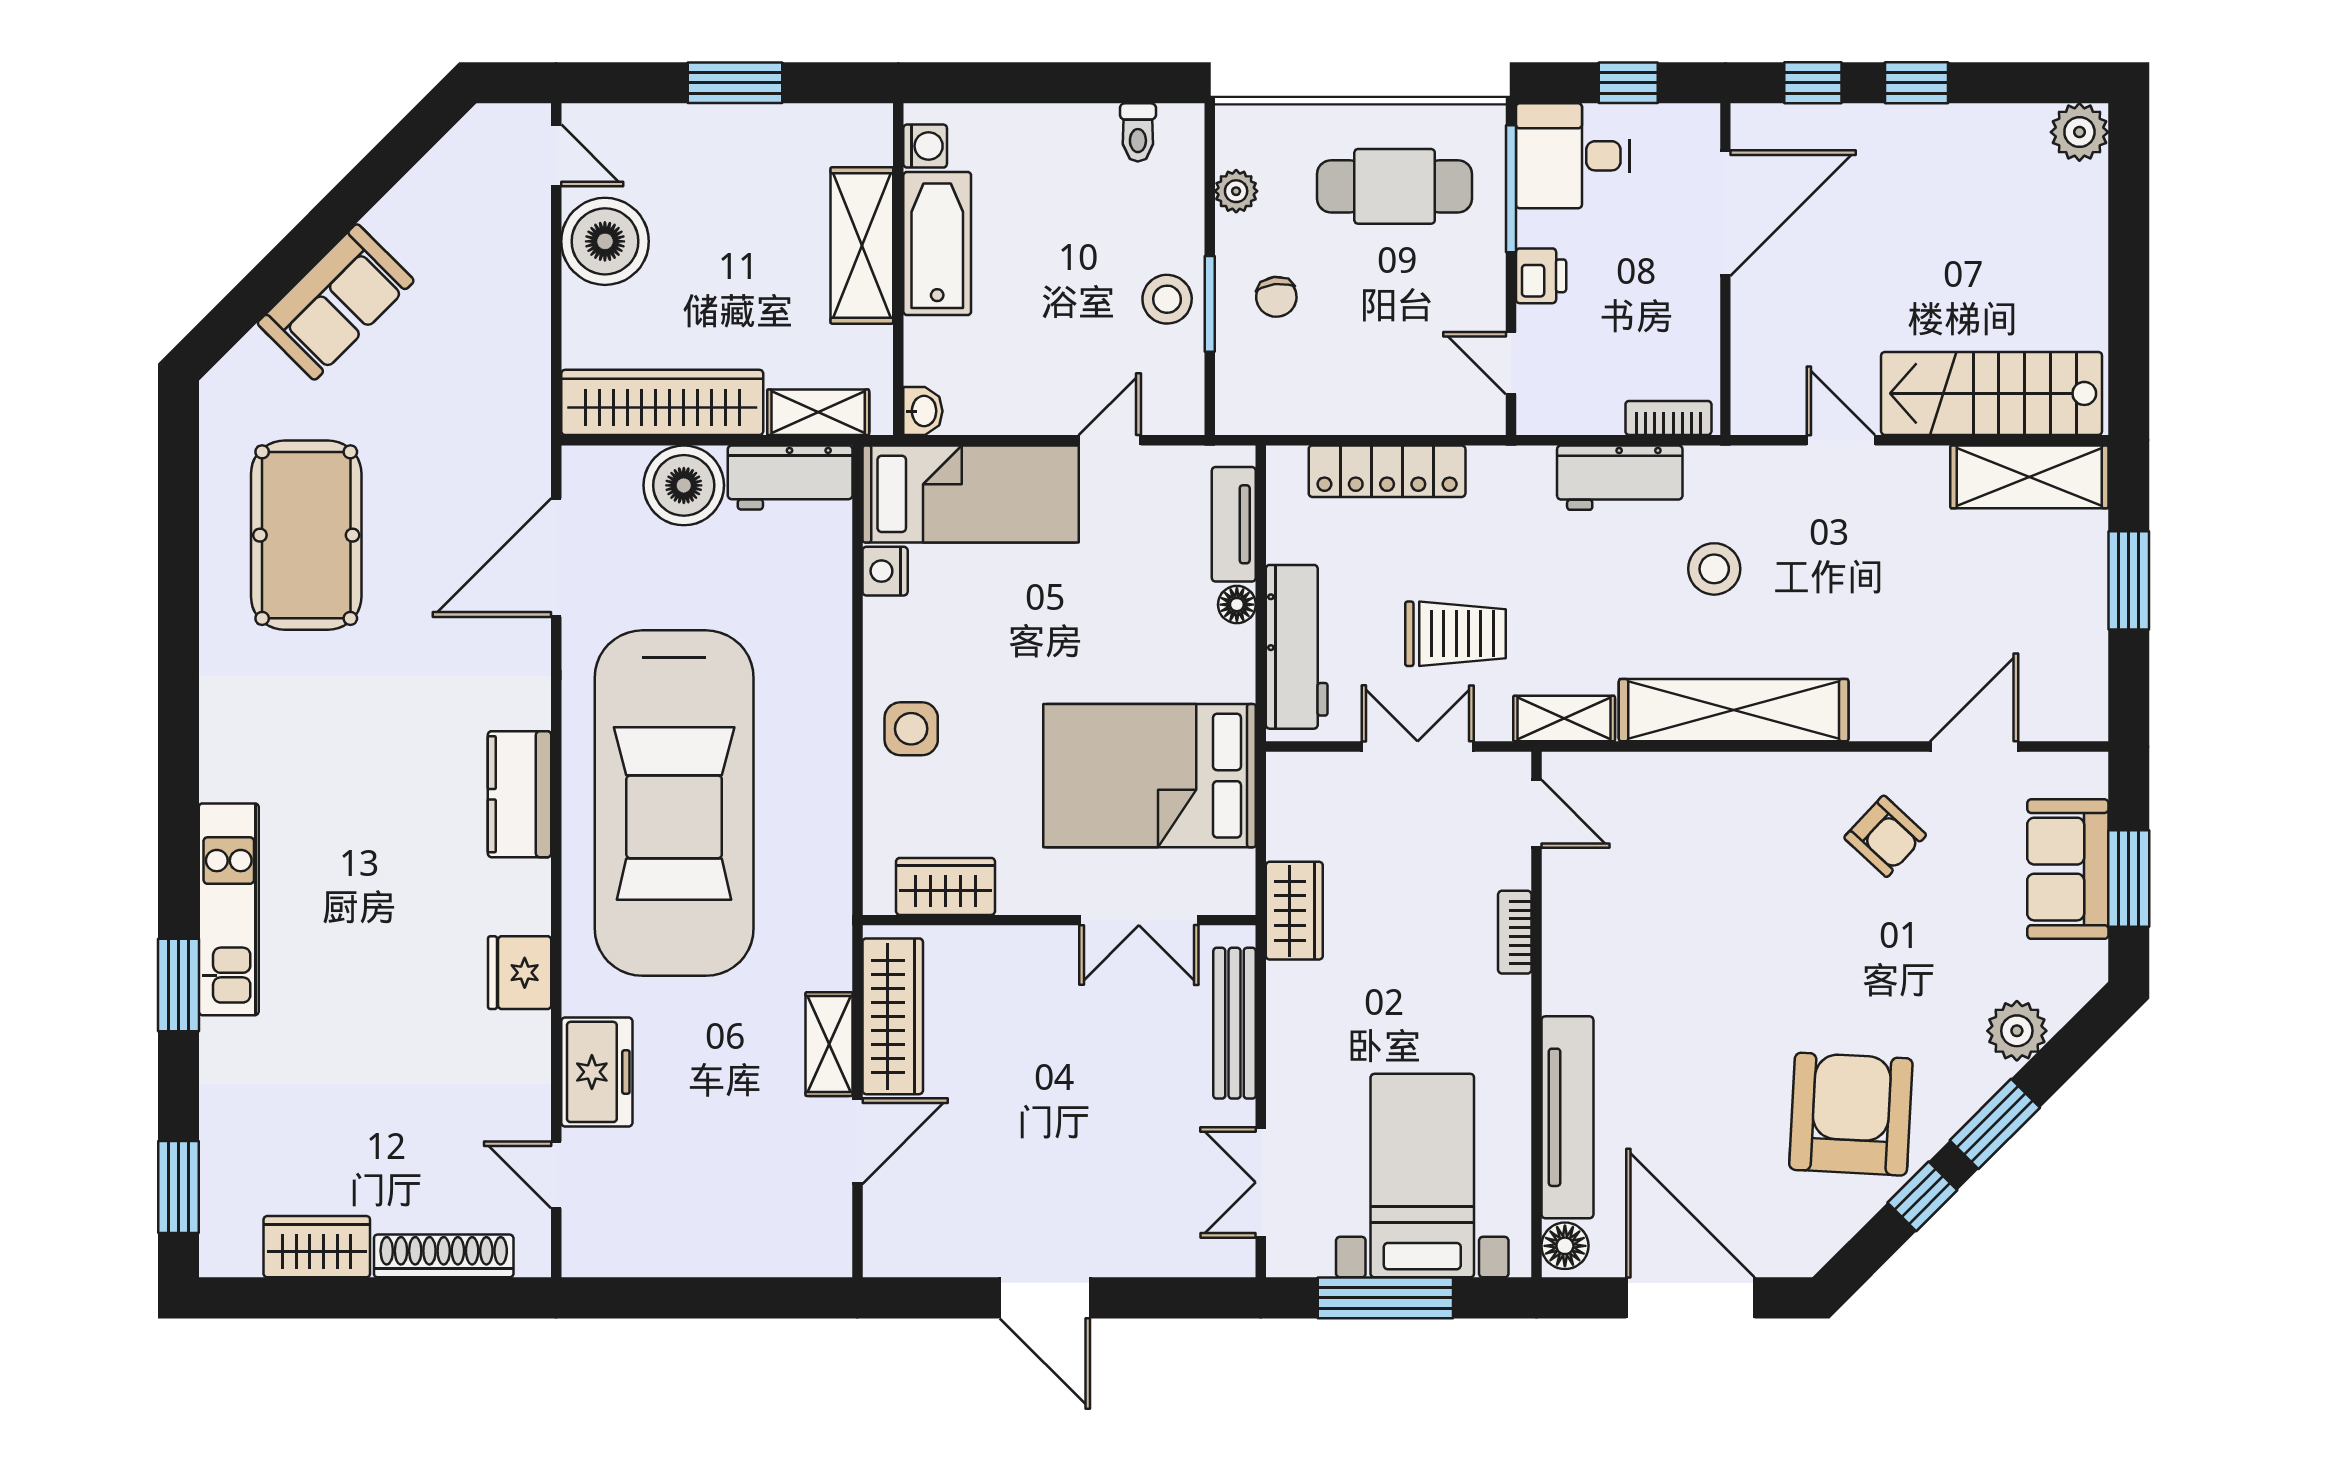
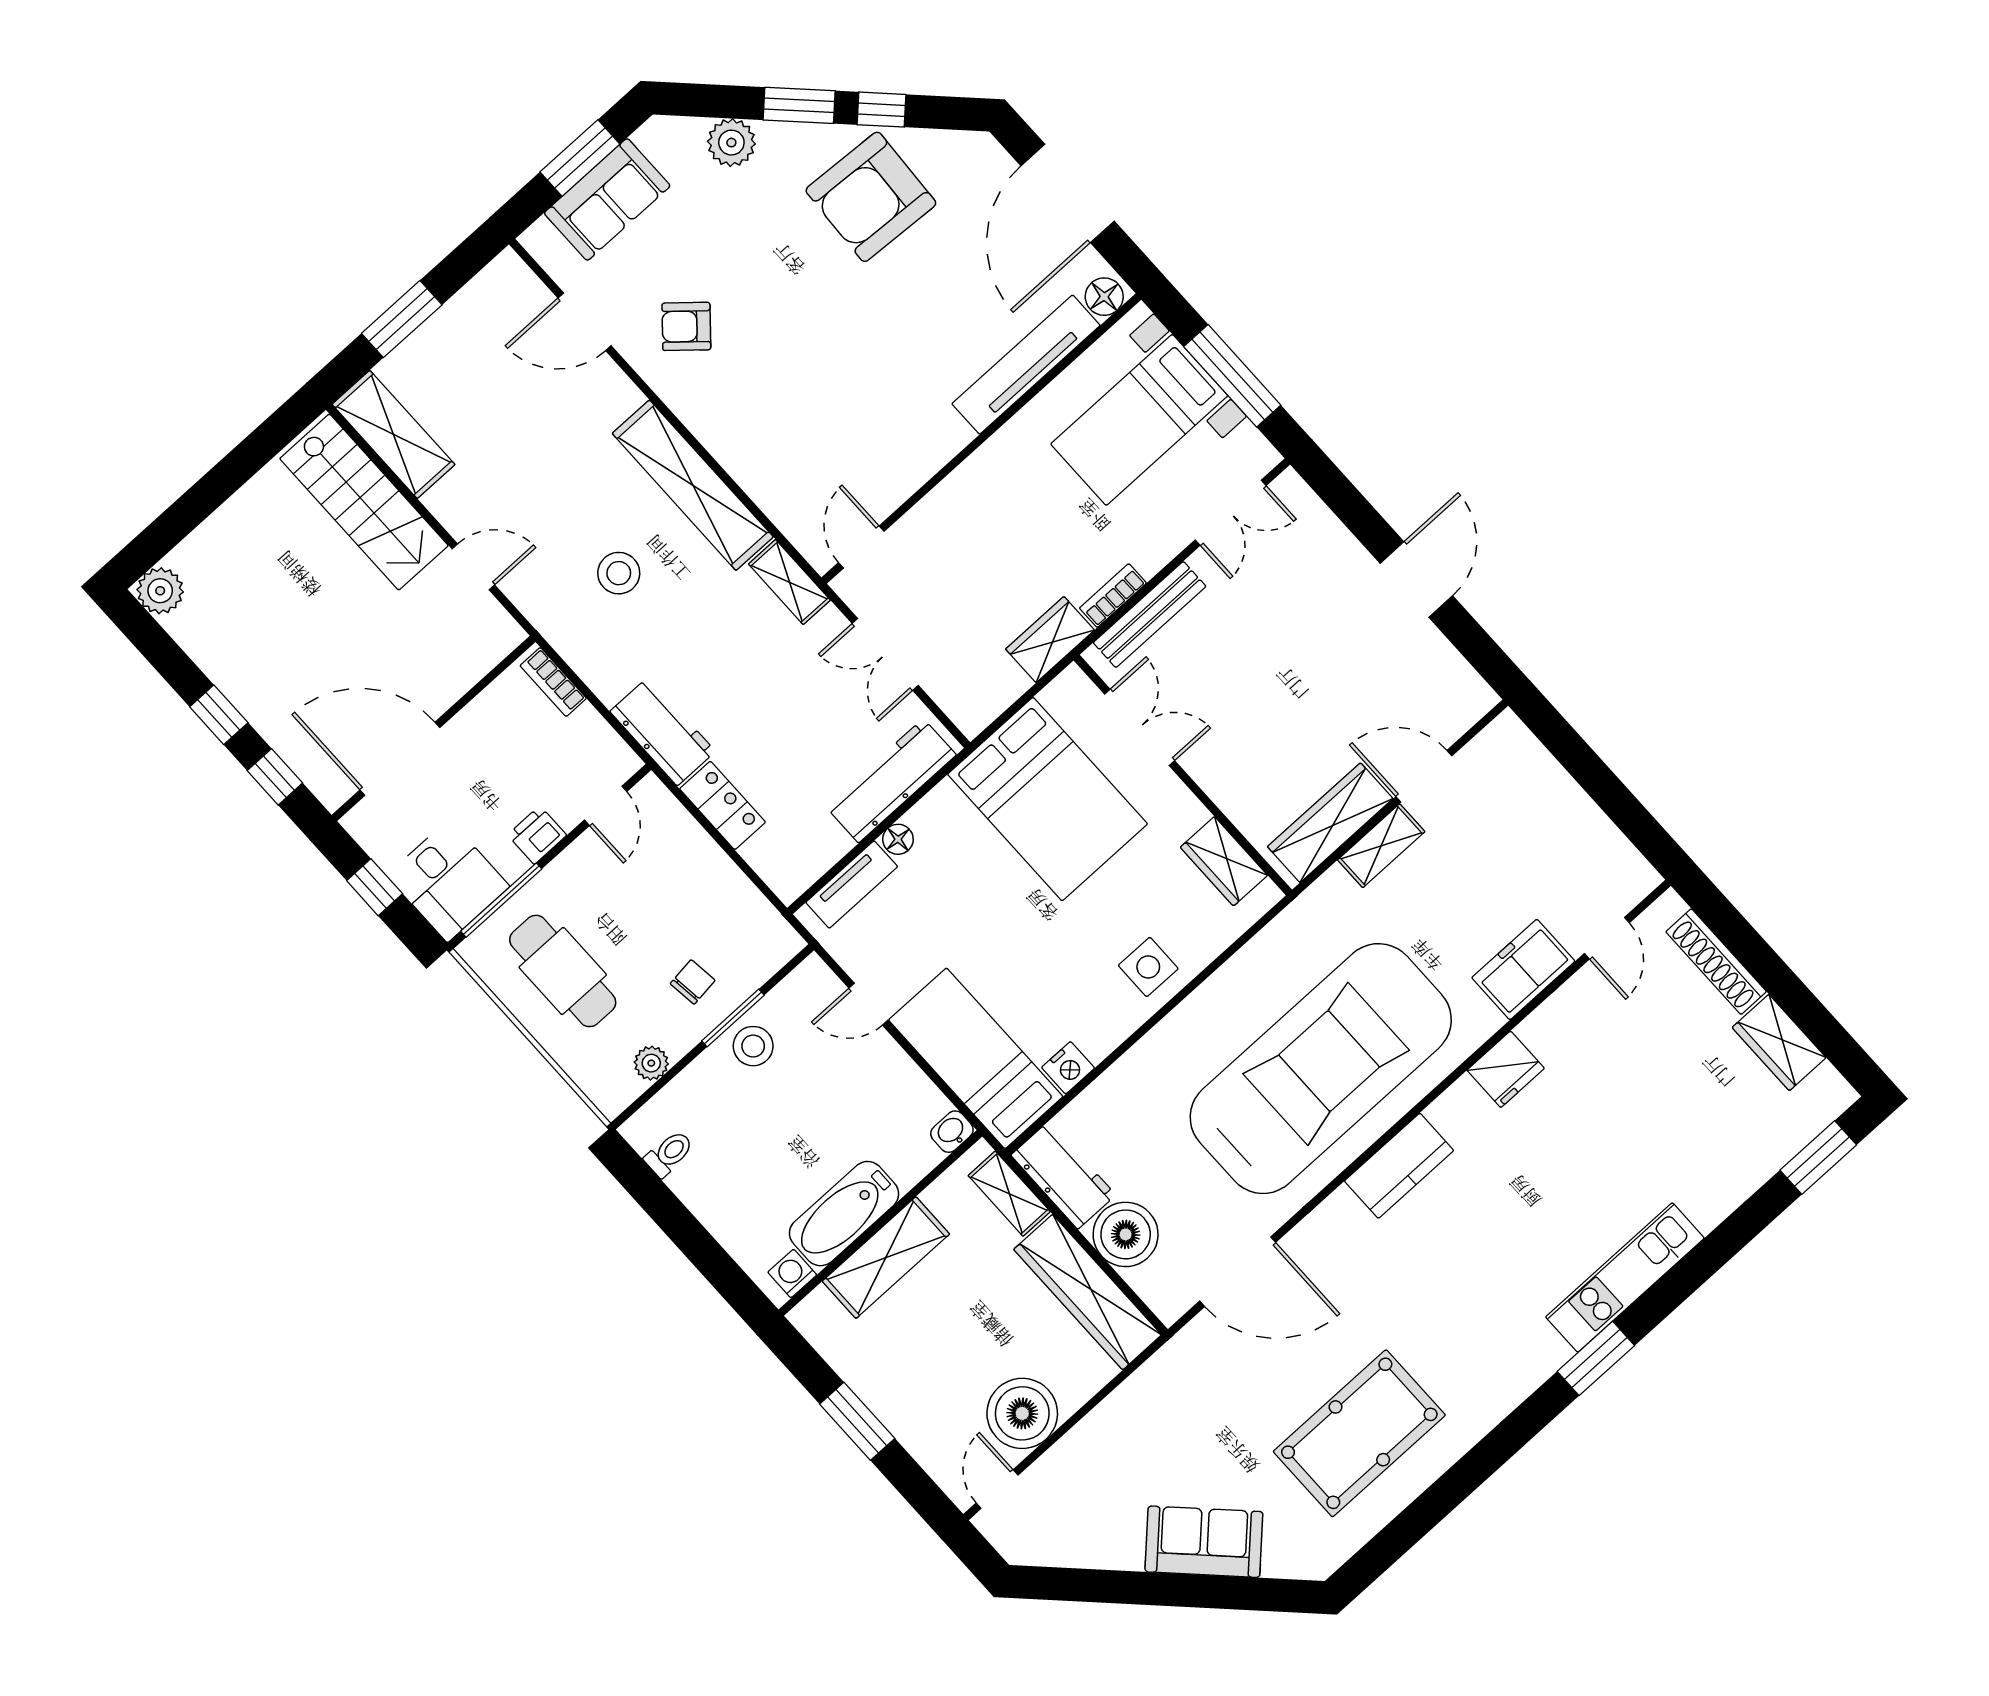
door: (1841, 440) -> (473, 567), swing flipped
locker: (1387, 471) -> (723, 805), width x0.66
workbench: (1620, 478) -> (663, 731), moved
trolley: (1455, 634) -> (797, 693), removed
armchair: (1885, 836) -> (686, 326), turned -92
bookcase: (1515, 932) -> (1113, 596), moved, turned 180
window: (178, 985) -> (1596, 1358), moved

